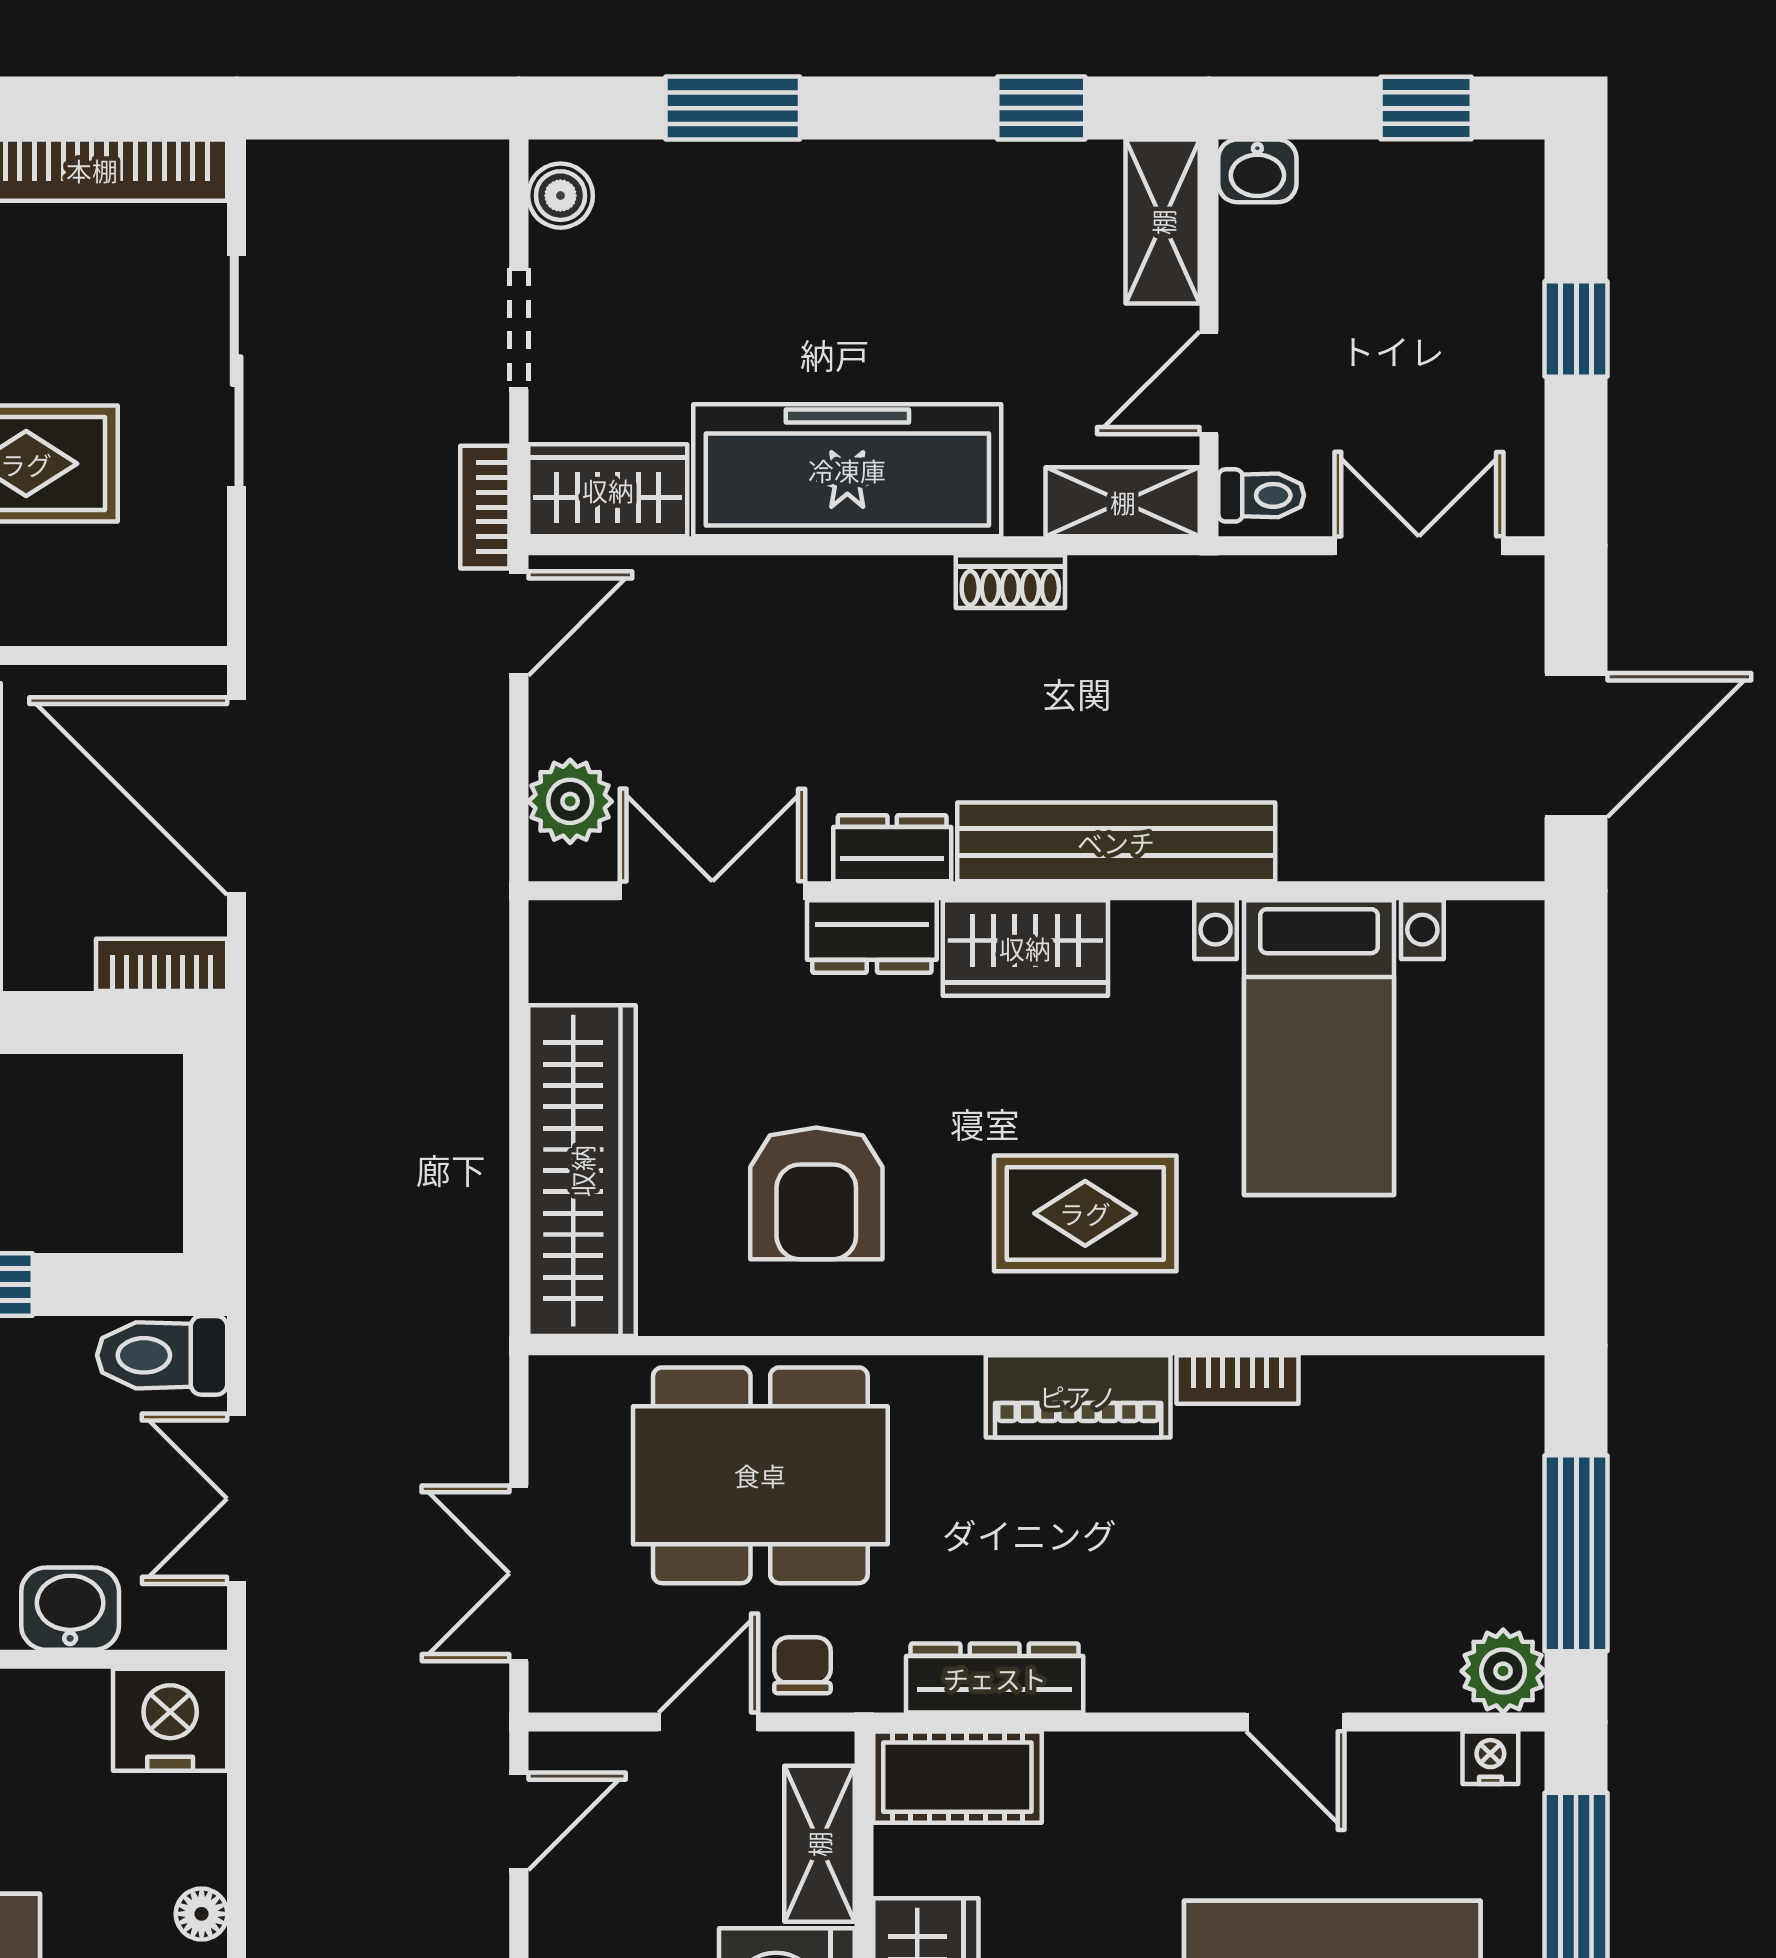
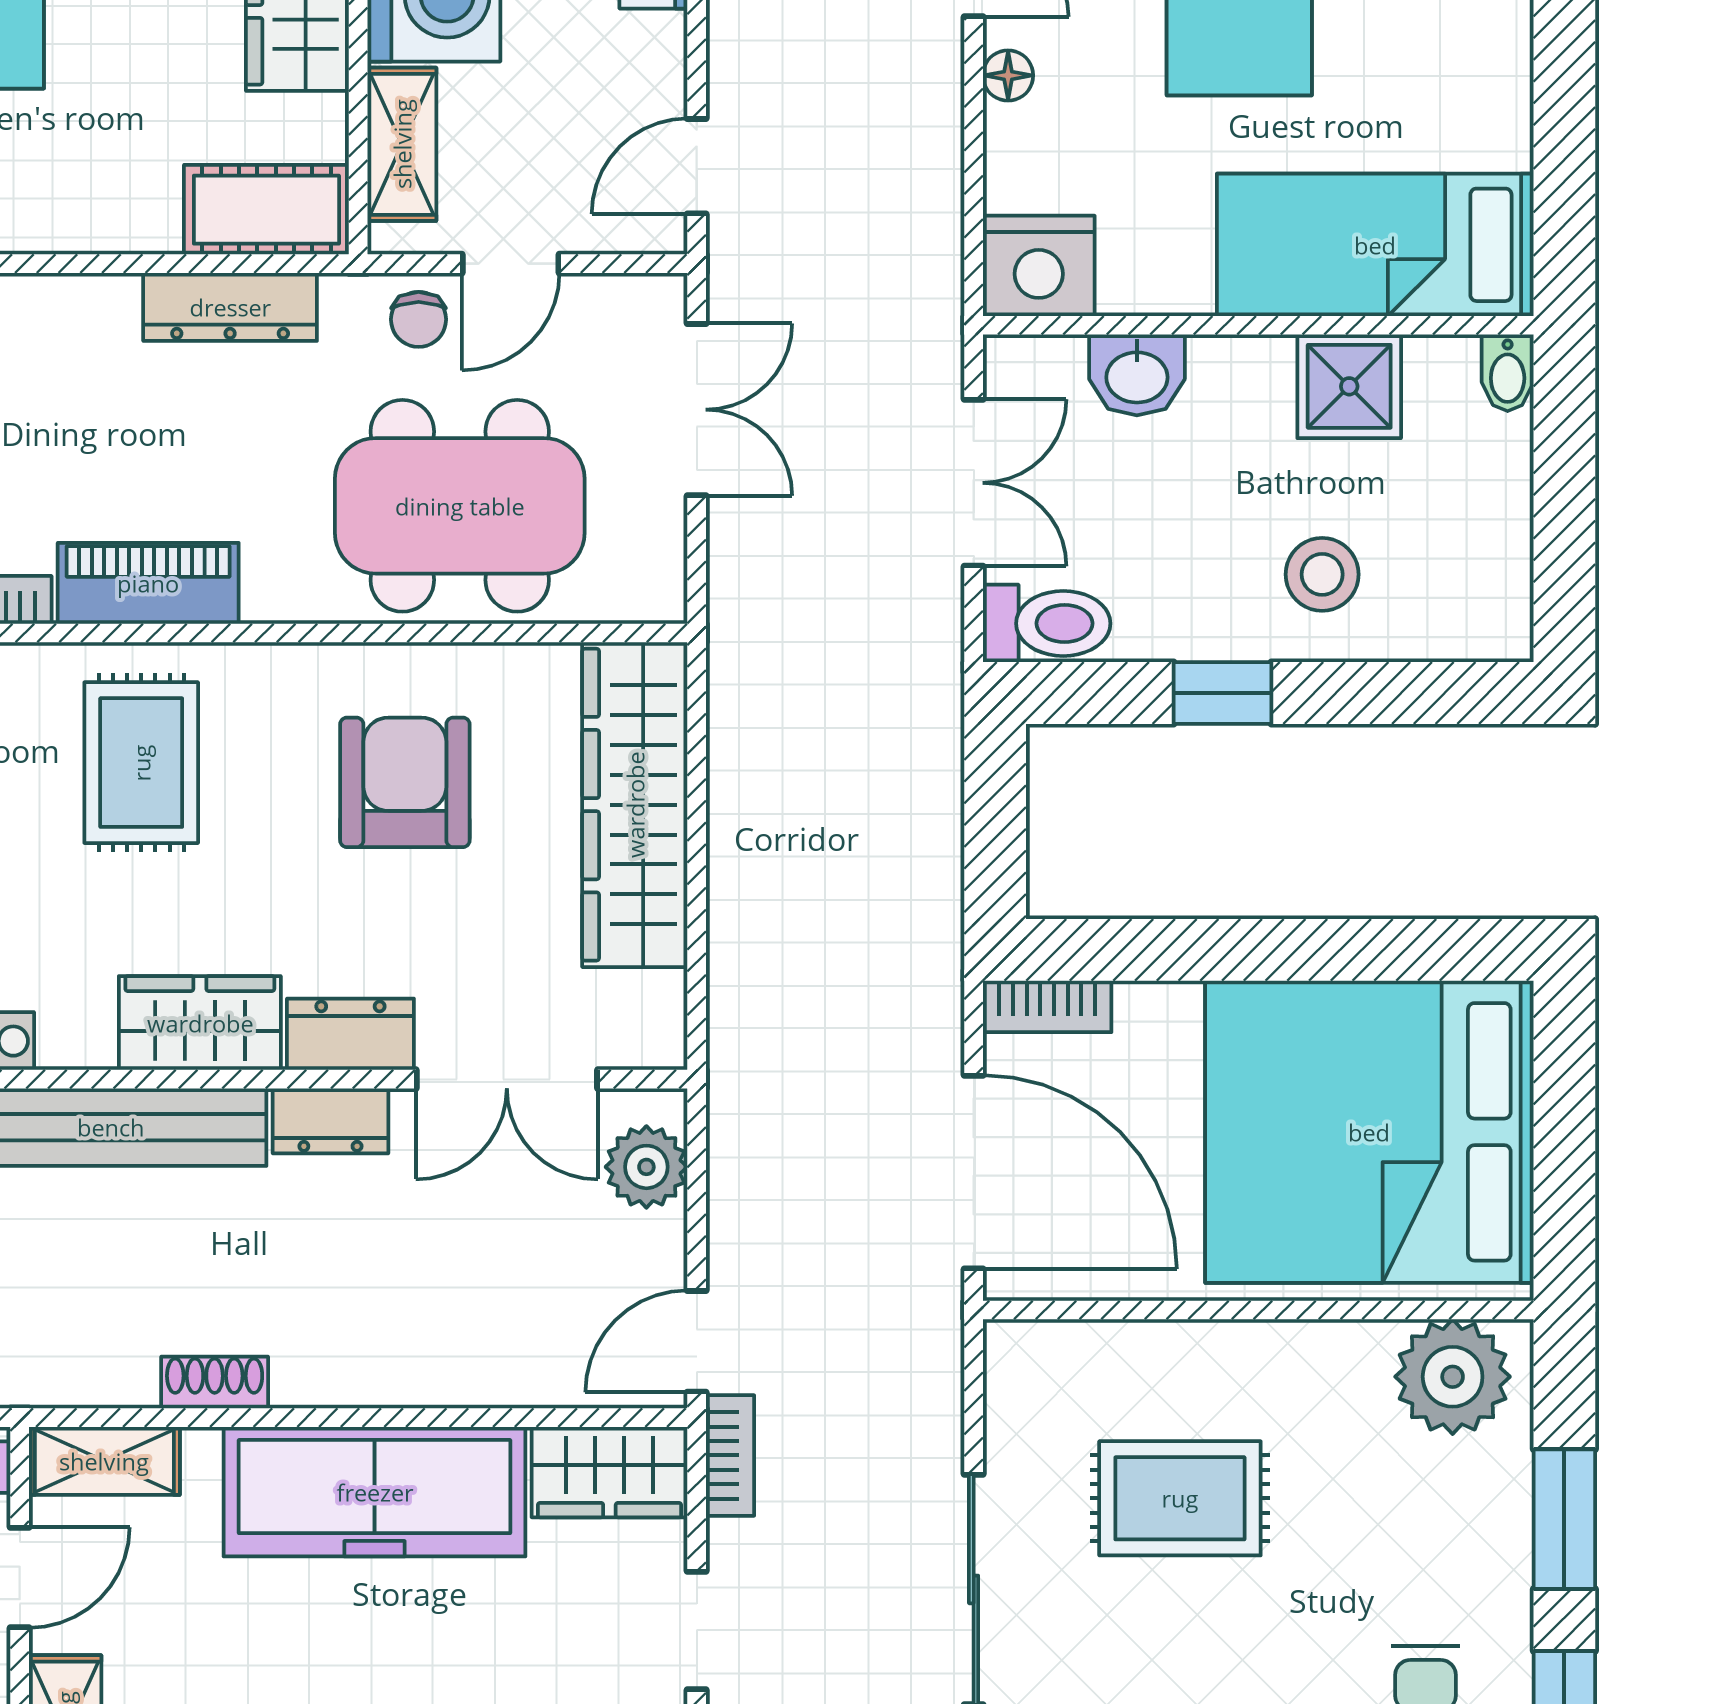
rug: (1085, 1213) -> (141, 763), turned 90

